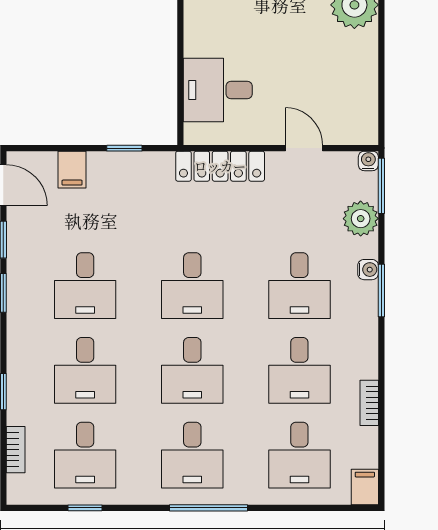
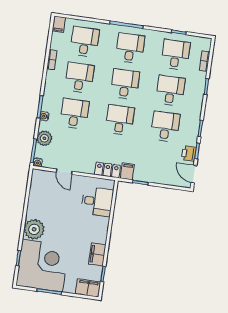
locker: (220, 166) -> (107, 170), width x0.66
filing cabinet: (72, 170) -> (127, 171), moved
printer: (22, 231) -> (189, 154), added

